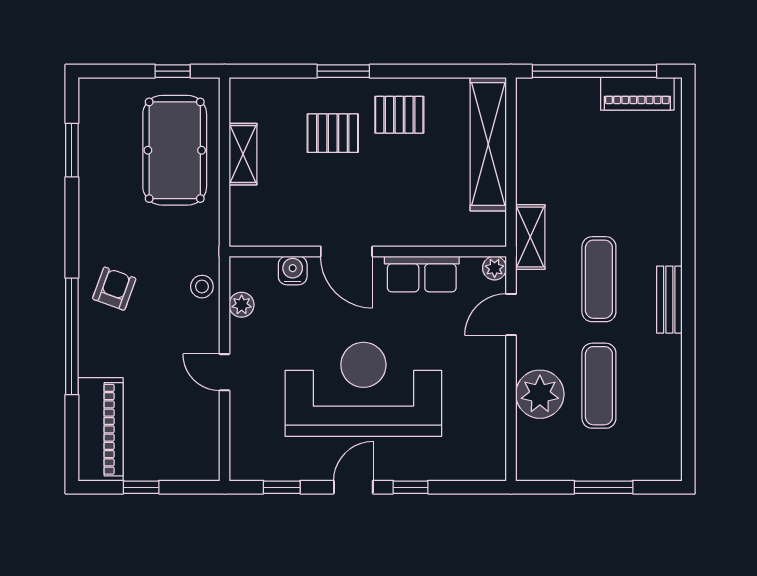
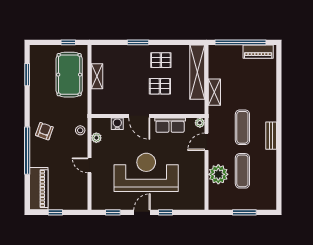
pallet: (333, 133) -> (160, 86), moved
shelving: (530, 237) -> (214, 92), moved

